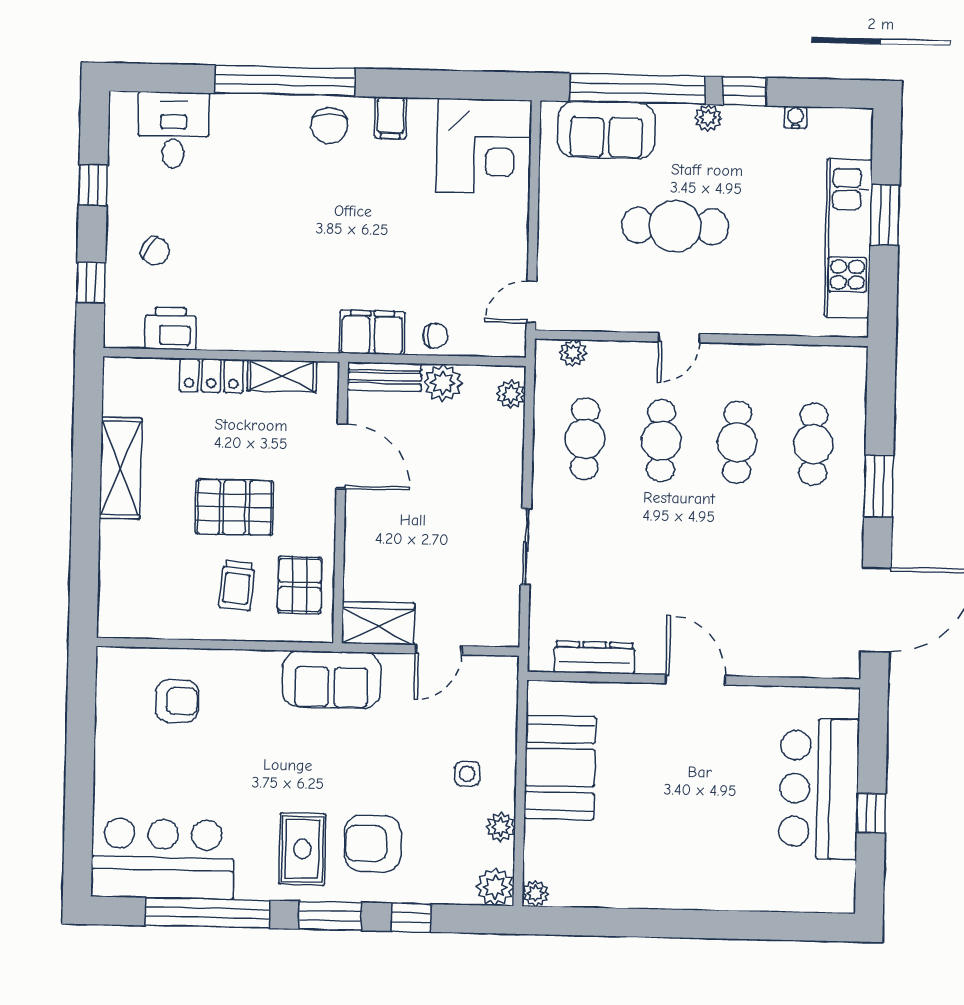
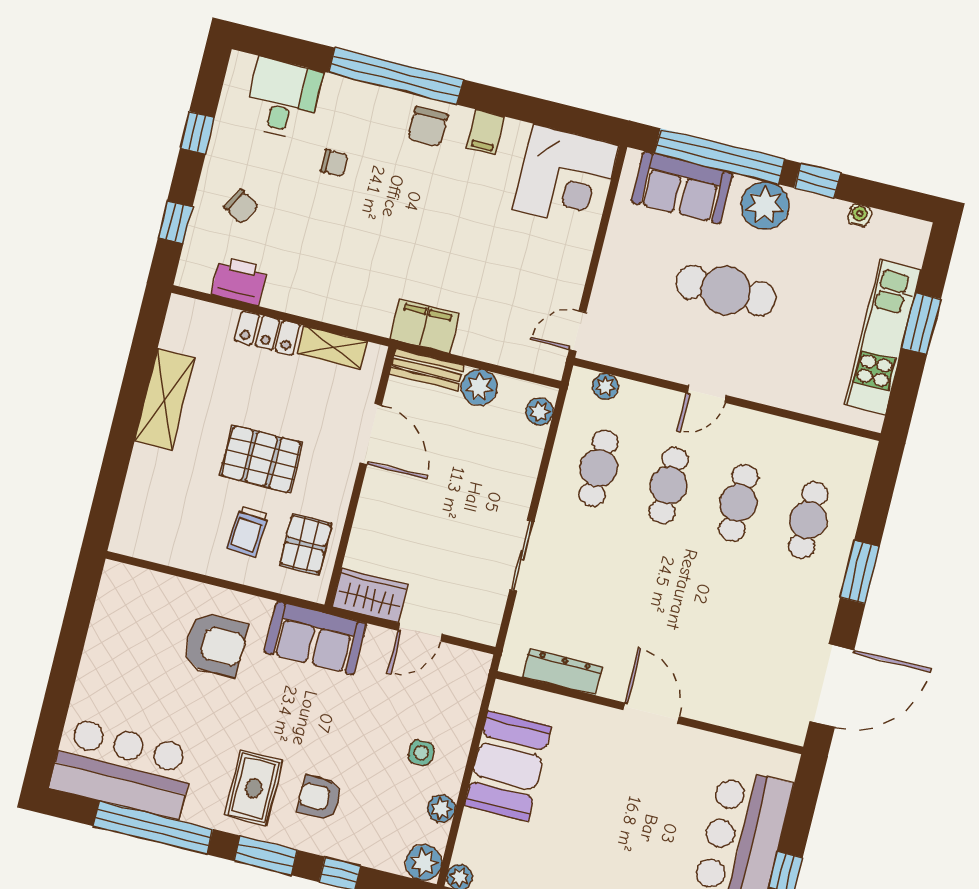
plant: (708, 118) -> (765, 206), width x1.88, depth x1.88
chair: (435, 336) -> (335, 163), moved
armchair: (177, 701) -> (215, 645), moved, width x1.38, depth x1.38
armchair: (373, 844) -> (320, 798), width x0.72, depth x0.72

